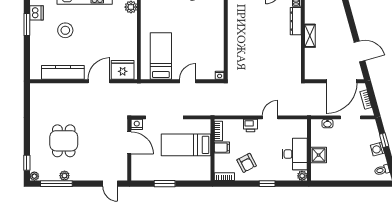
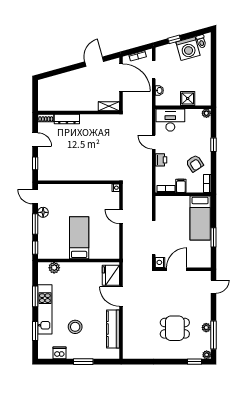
window: (27, 25) -> (83, 362), moved
shelving: (310, 36) -> (109, 106), moved
bed: (161, 56) -> (79, 238), moved, turned 90
bed: (186, 145) -> (200, 218), moved
washing machine: (377, 149) -> (188, 49), width x1.89, depth x1.89
desk: (295, 154) -> (170, 120), moved
armchair: (247, 163) -> (195, 163), turned 85

